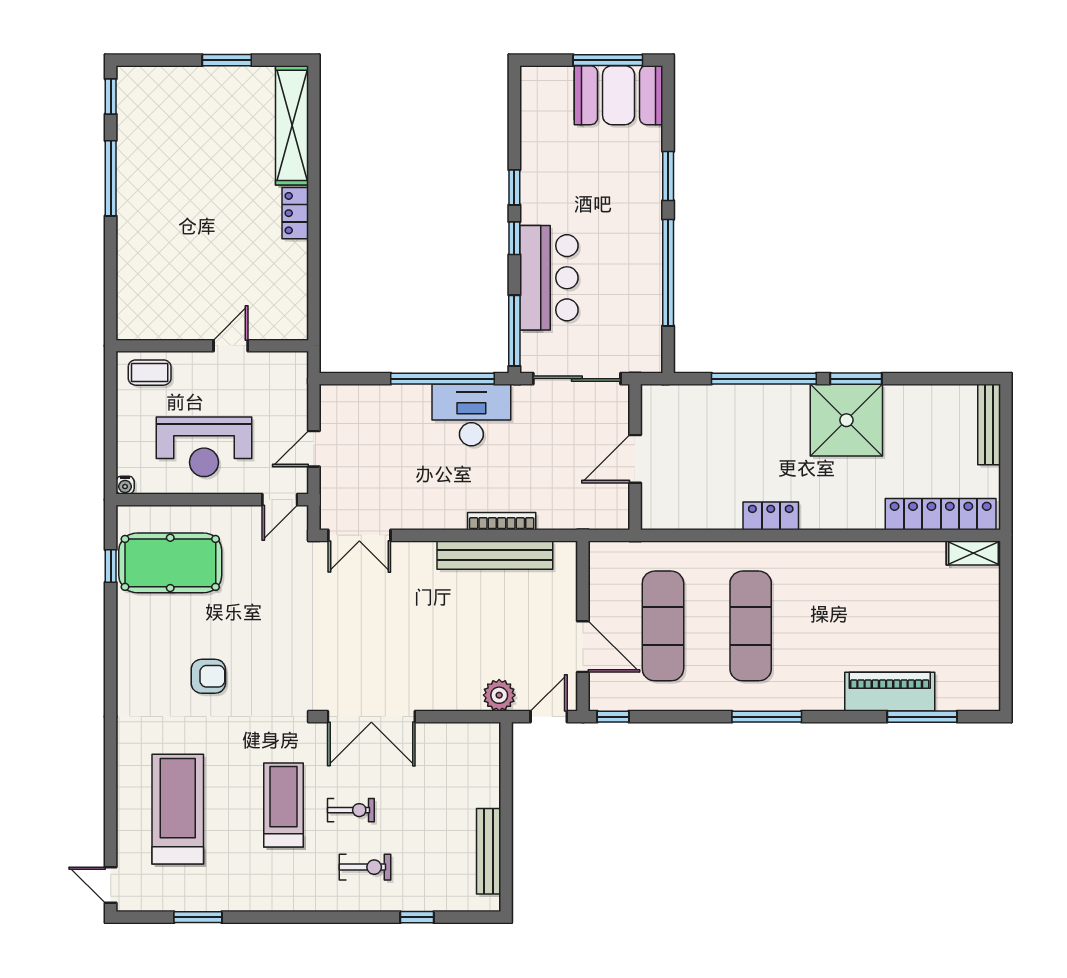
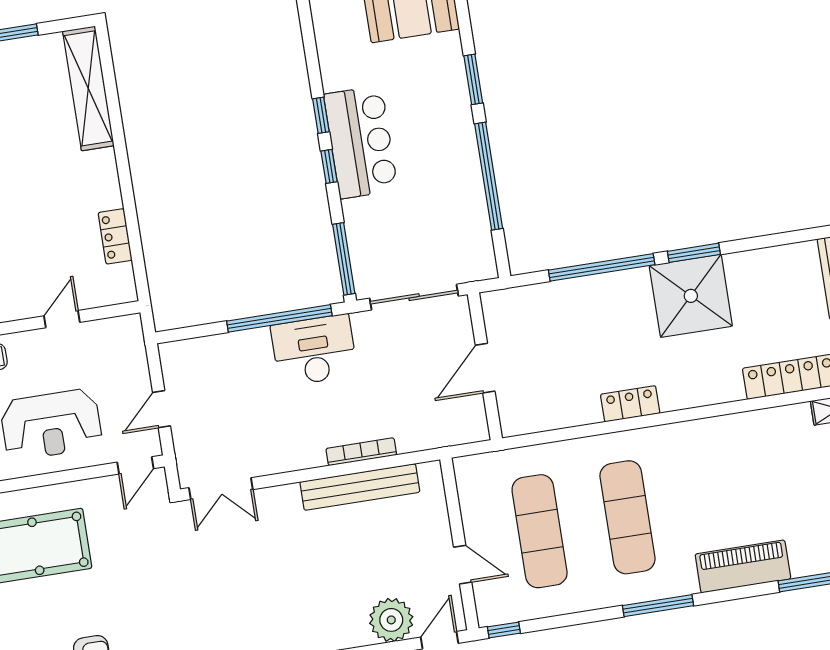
locker: (295, 213) -> (115, 236), moved
bar counter: (549, 278) -> (361, 142), moved
door: (583, 647) -> (463, 565), width x0.73
piano: (890, 692) -> (743, 566), moved
plant: (499, 695) -> (391, 620), width x1.36, depth x1.36

